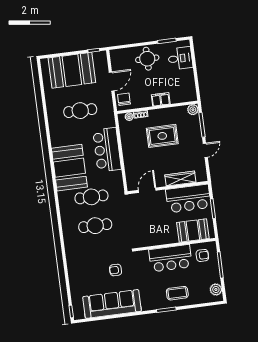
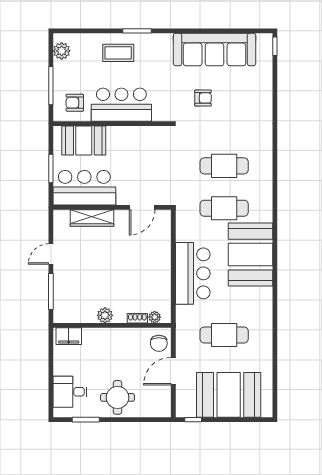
filing cabinet: (161, 99) -> (69, 336), moved
plant: (193, 110) -> (105, 315), moved
rug: (162, 136) -> (110, 283), removed

